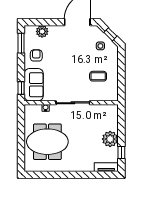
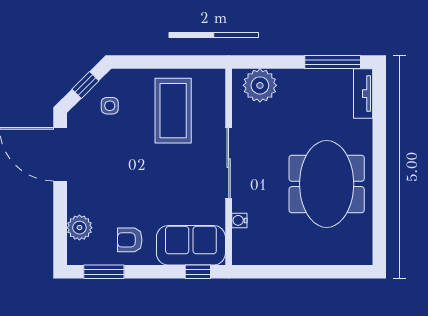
coffee table: (98, 76) -> (173, 111), width x1.86, depth x1.72
plant: (110, 139) -> (260, 85), moved
meeting table: (47, 142) -> (327, 184), moved
window: (121, 153) -> (333, 62), width x2.17

